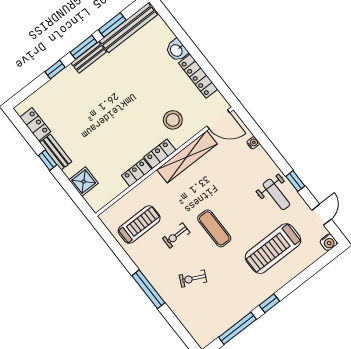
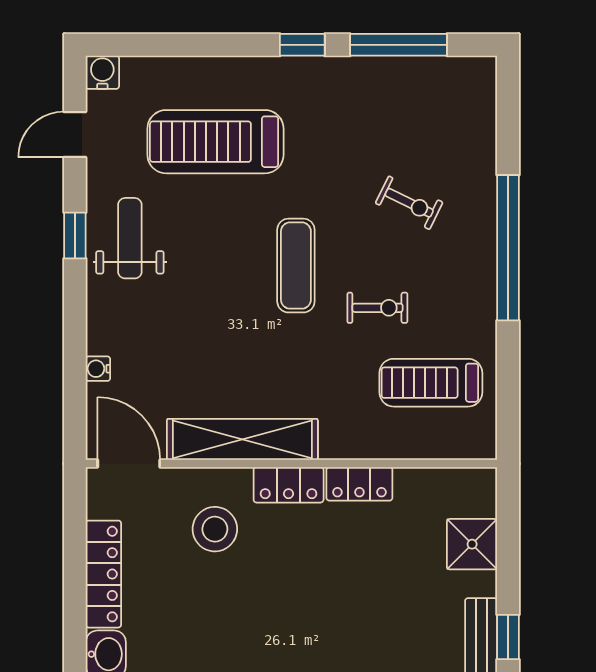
treadmill: (273, 249) -> (215, 142), turned 180
window: (148, 289) -> (508, 248), width x1.46

